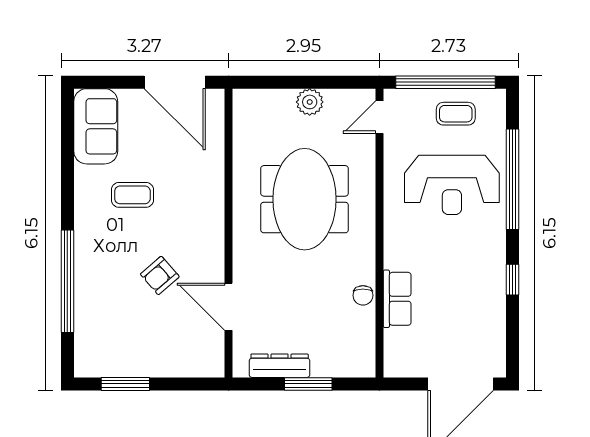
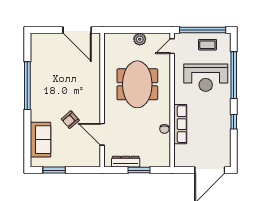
sofa: (96, 126) -> (40, 140), moved
coffee table: (132, 195) -> (57, 82), removed
window: (67, 281) -> (27, 86), moved
row of seats: (397, 299) -> (180, 124), width x1.48

